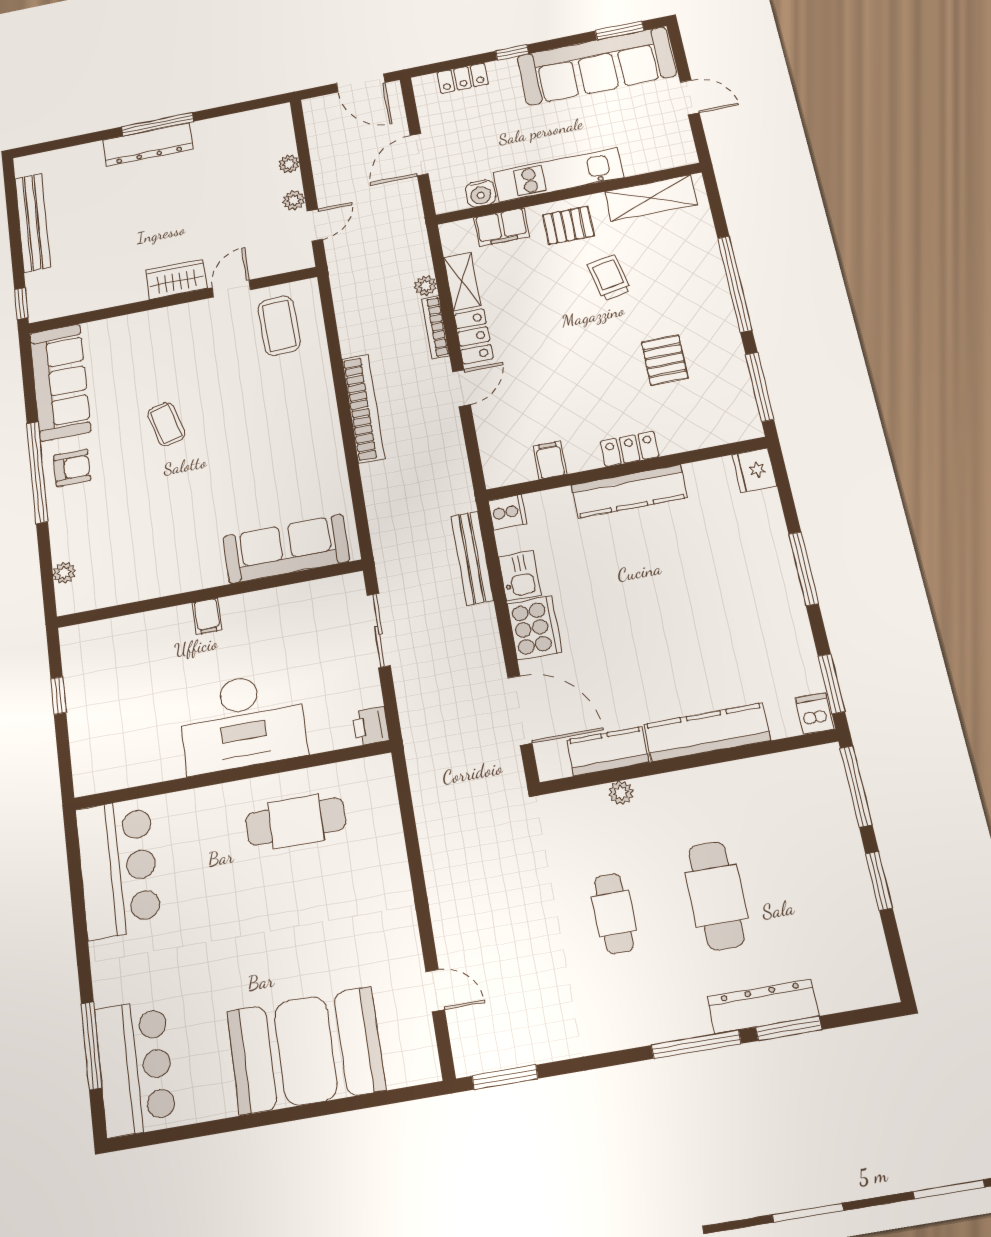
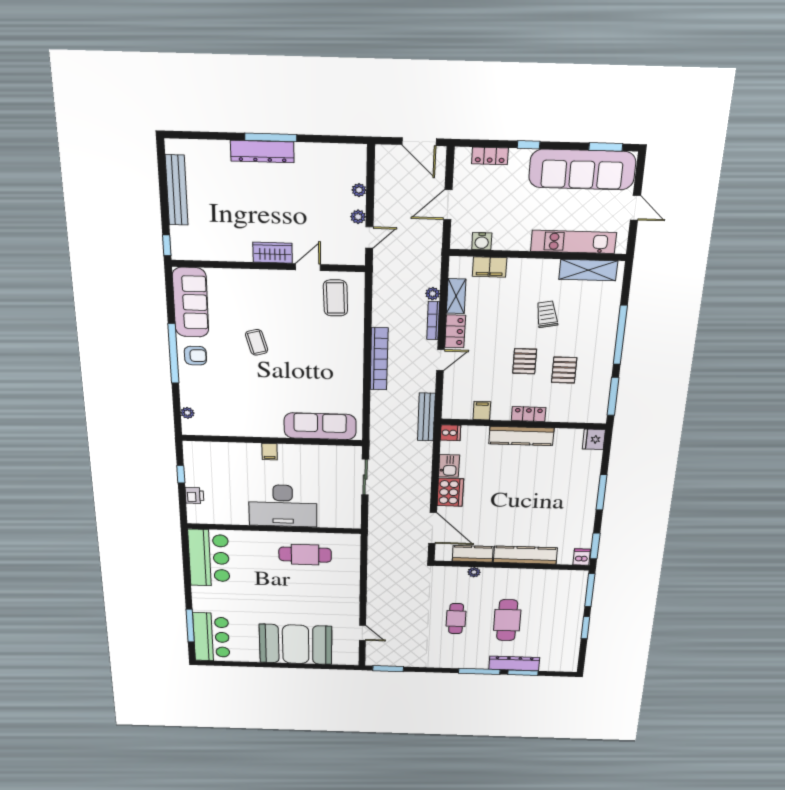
kitchen unit: (558, 175) -> (573, 242), moved
pallet: (568, 225) -> (525, 361), moved, turned 90
bench: (472, 558) -> (426, 417), moved
printer: (371, 726) -> (194, 495), moved, turned 180

